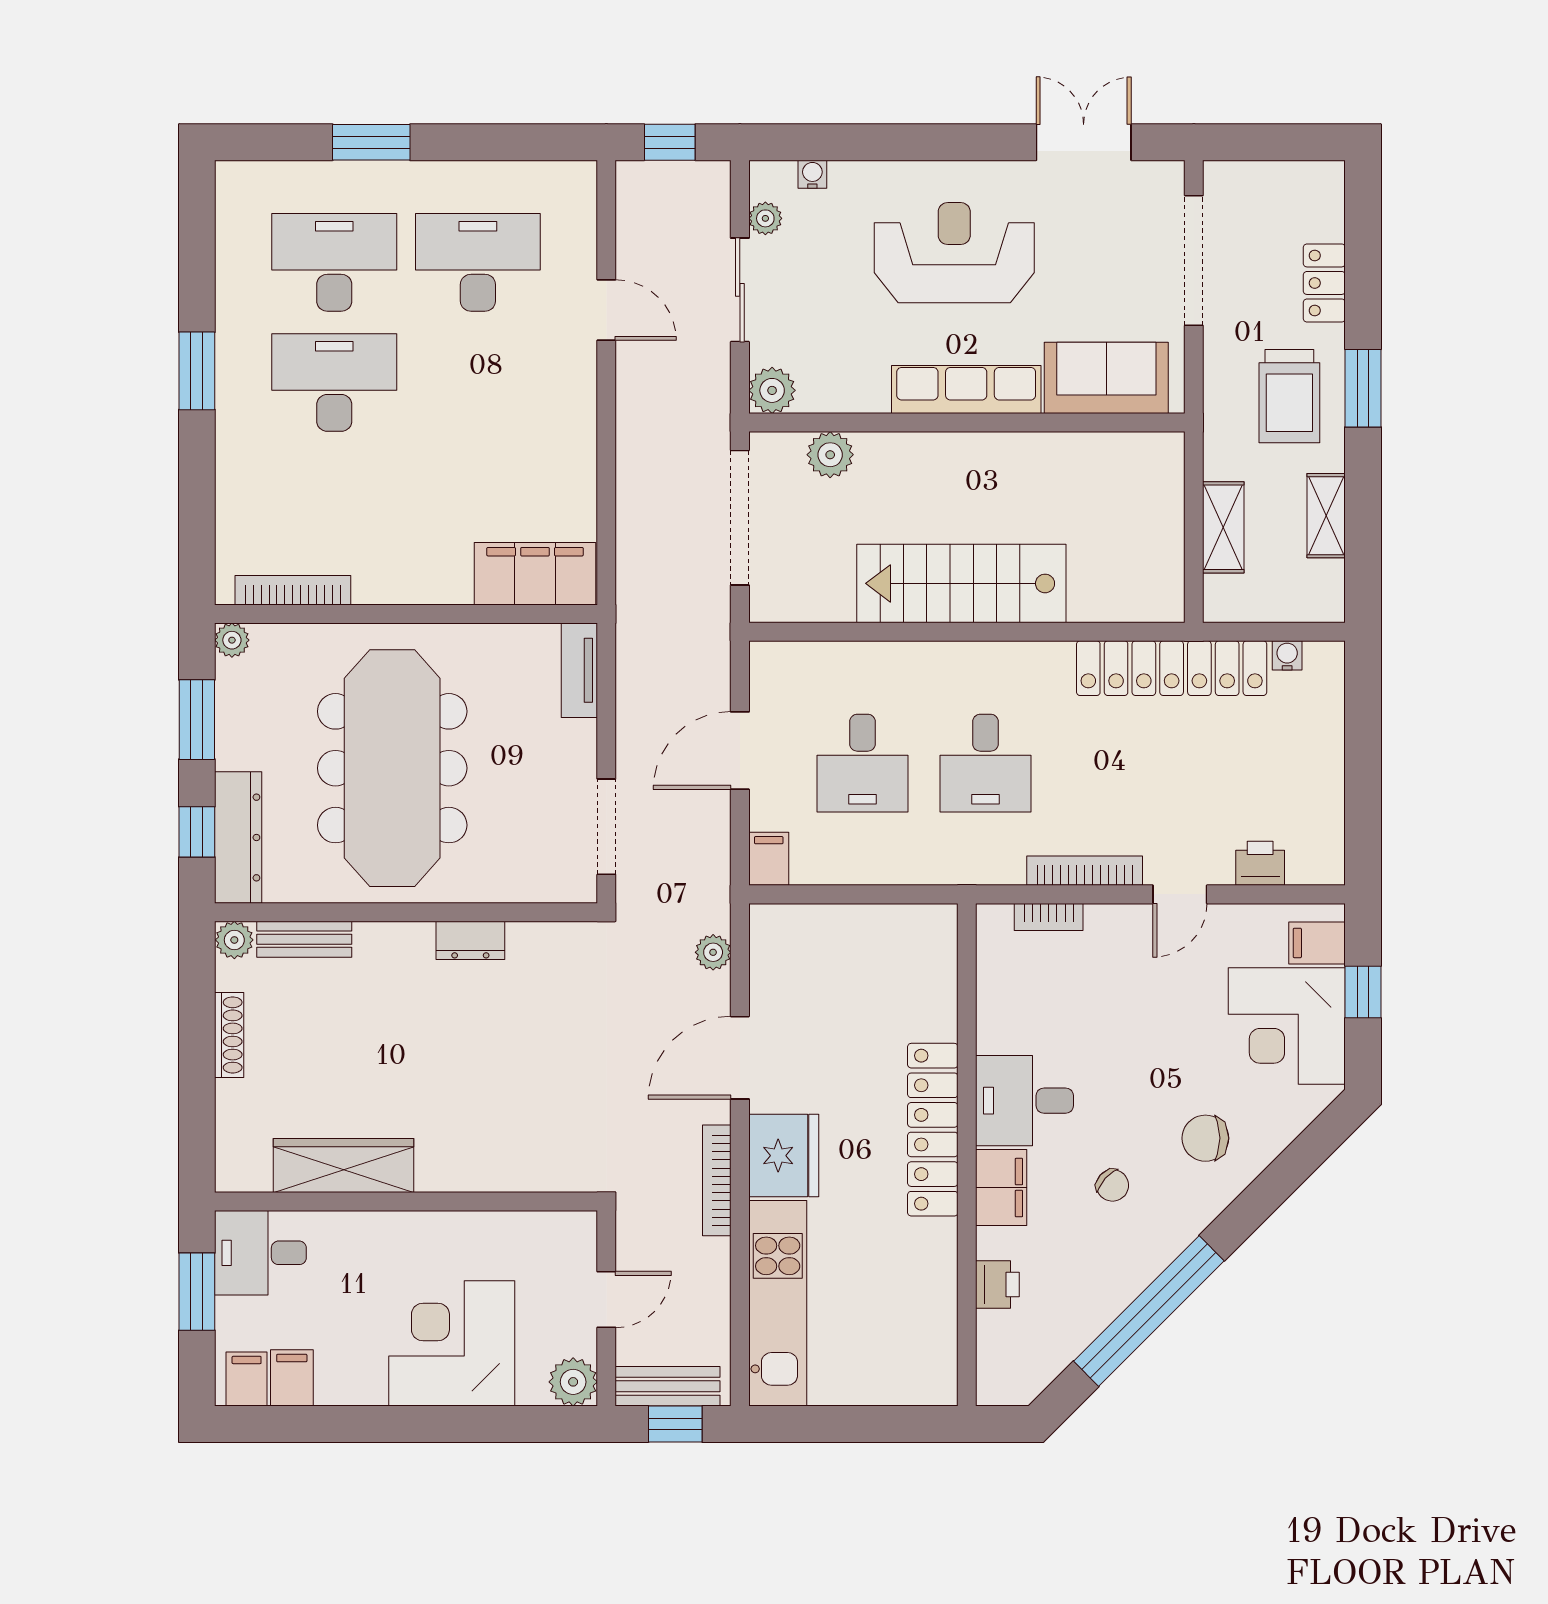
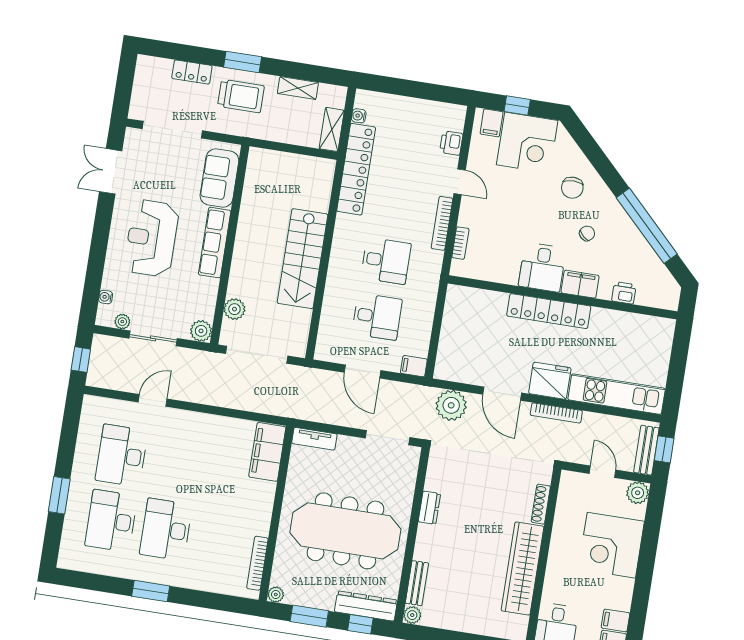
shelving: (1223, 527) -> (332, 129), moved, turned 90
plant: (713, 952) -> (451, 405), width x1.88, depth x1.88
shoe rack: (229, 1035) -> (541, 504), moved, turned -90
wardrobe: (344, 1165) -> (523, 568), width x1.40, depth x1.17

